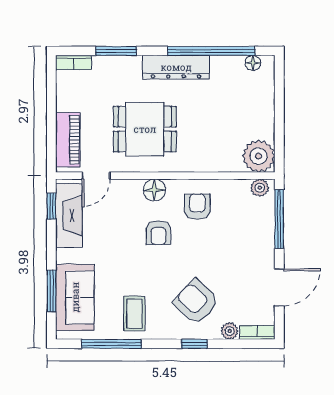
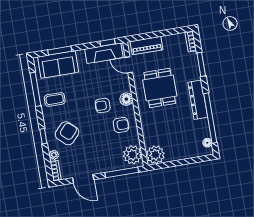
plant: (260, 188) -> (132, 155), width x1.87, depth x1.87

